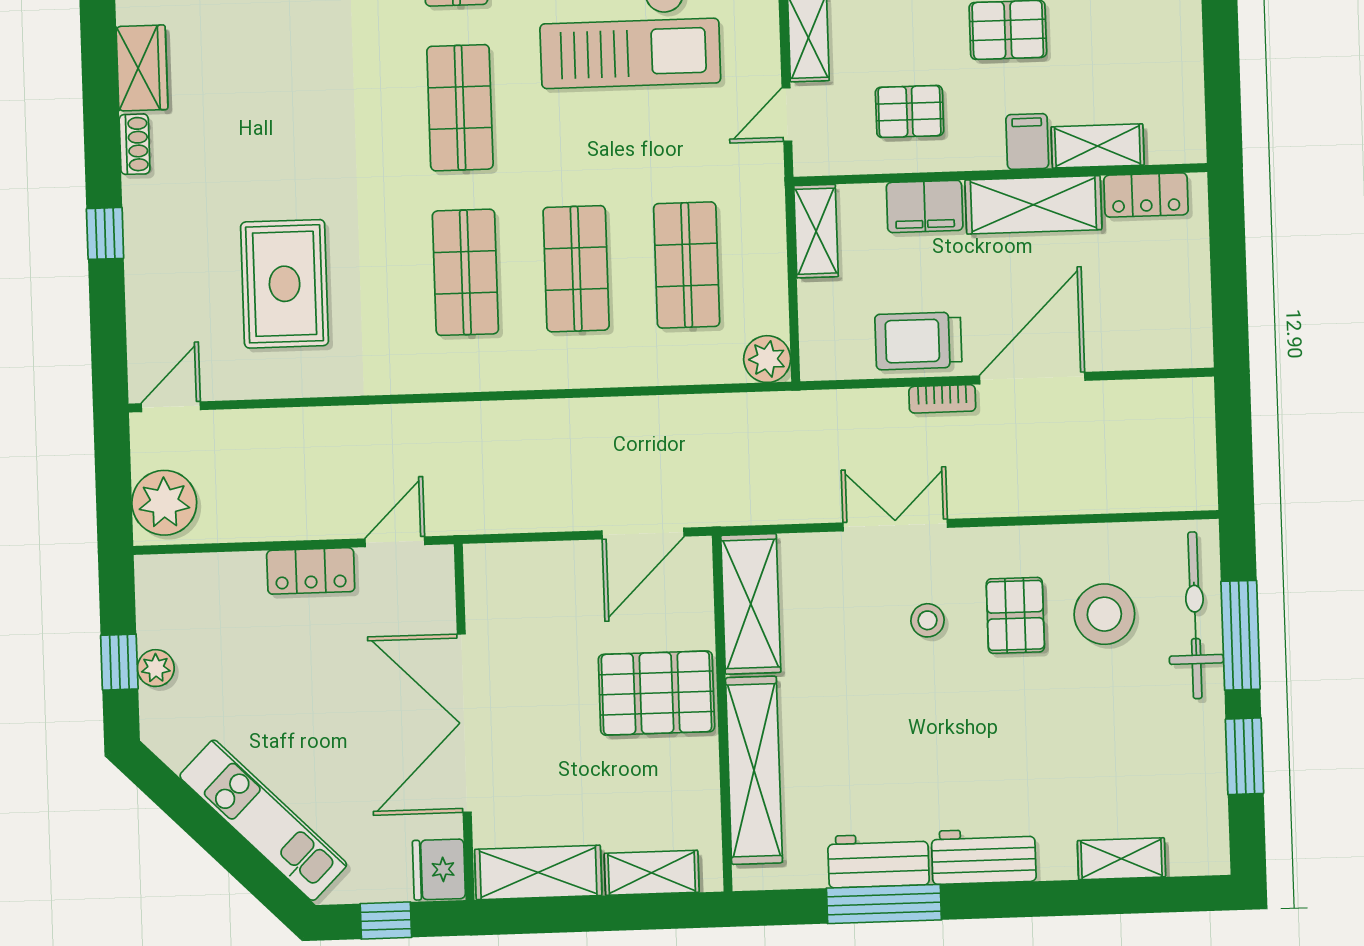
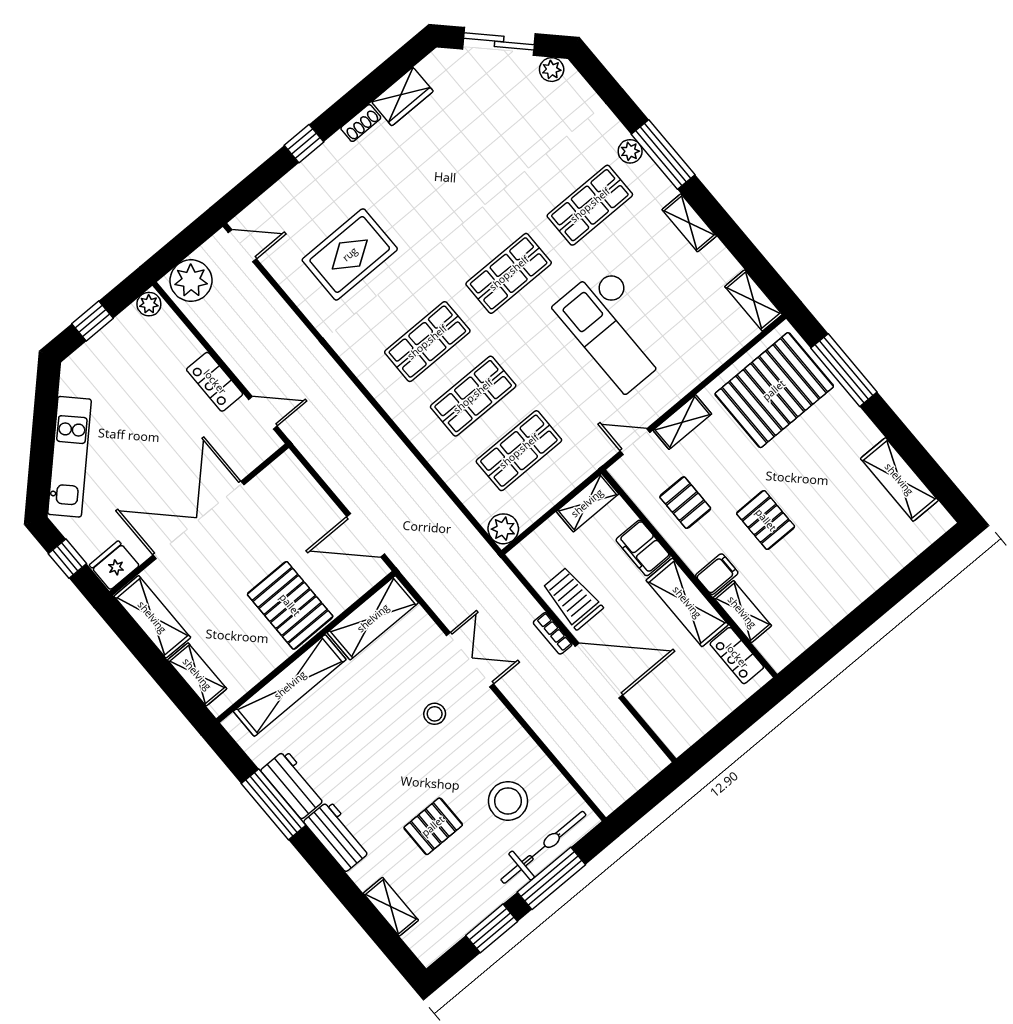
pallet: (1015, 615) -> (433, 826), moved
plant: (156, 668) -> (149, 304), moved

